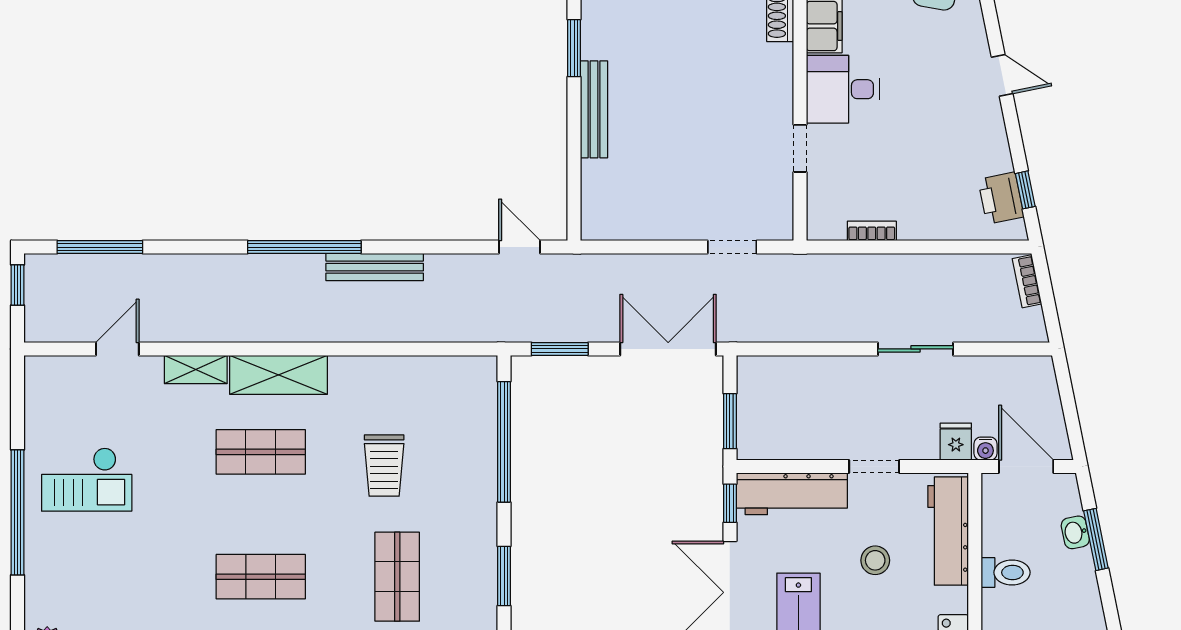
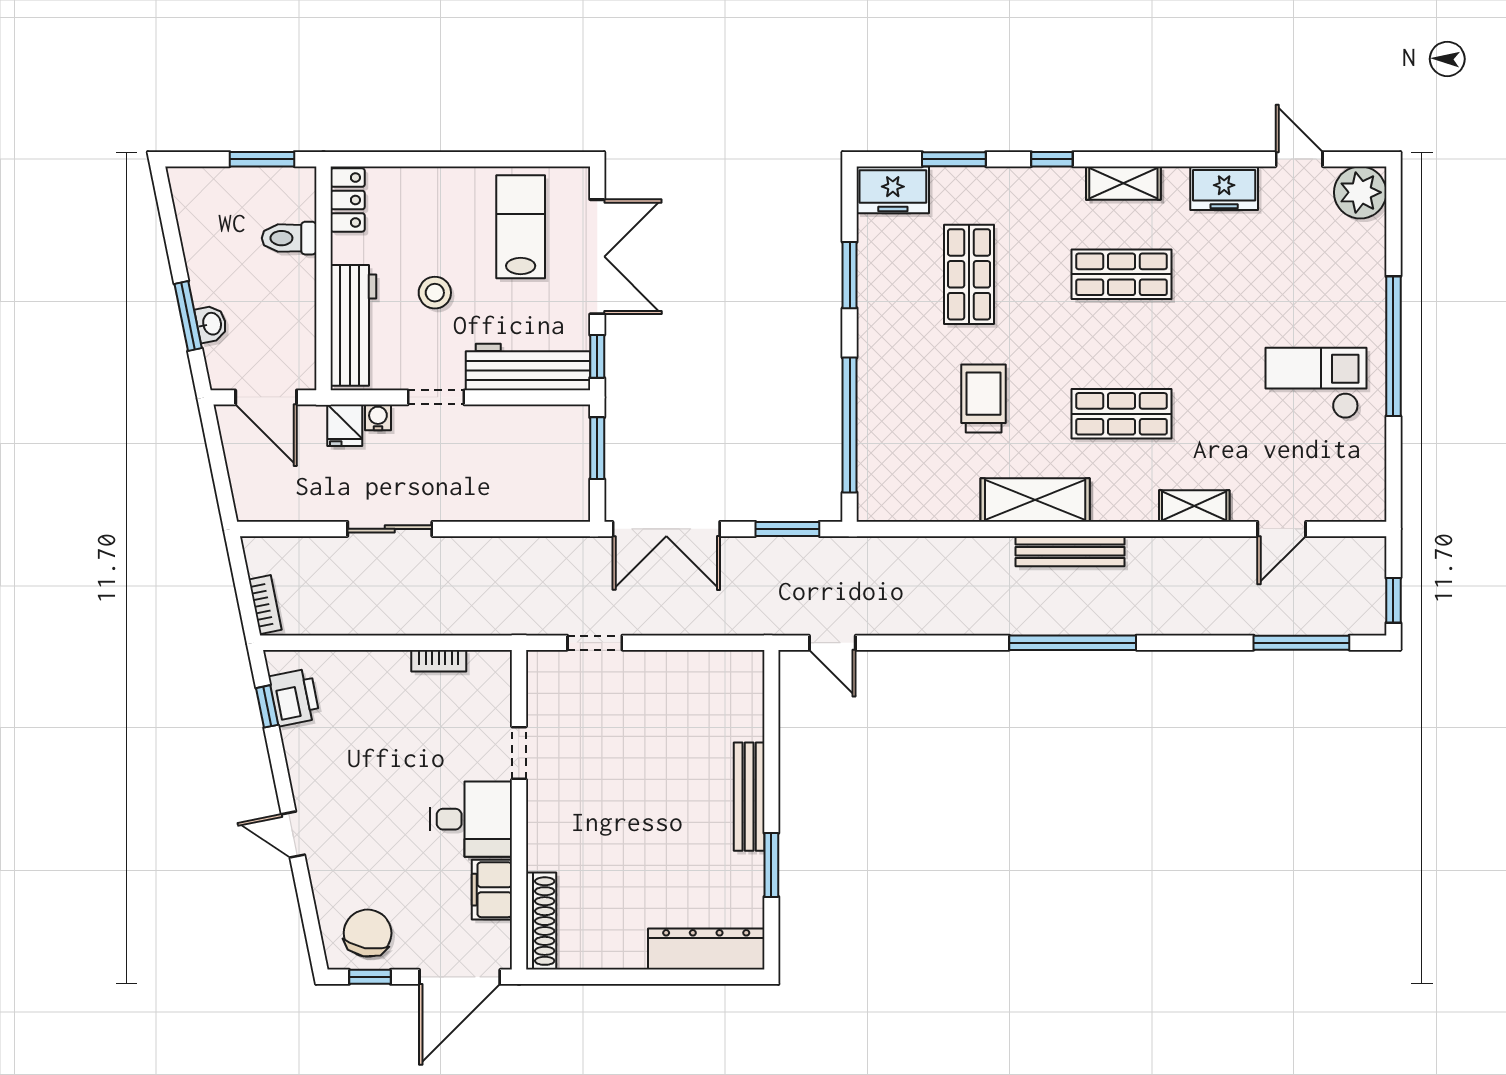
bench: (375, 267) -> (1070, 551), moved
shelving: (279, 375) -> (1035, 500), moved
water cooler: (985, 449) -> (378, 417), moved
toilet: (1006, 572) -> (289, 238), moved

